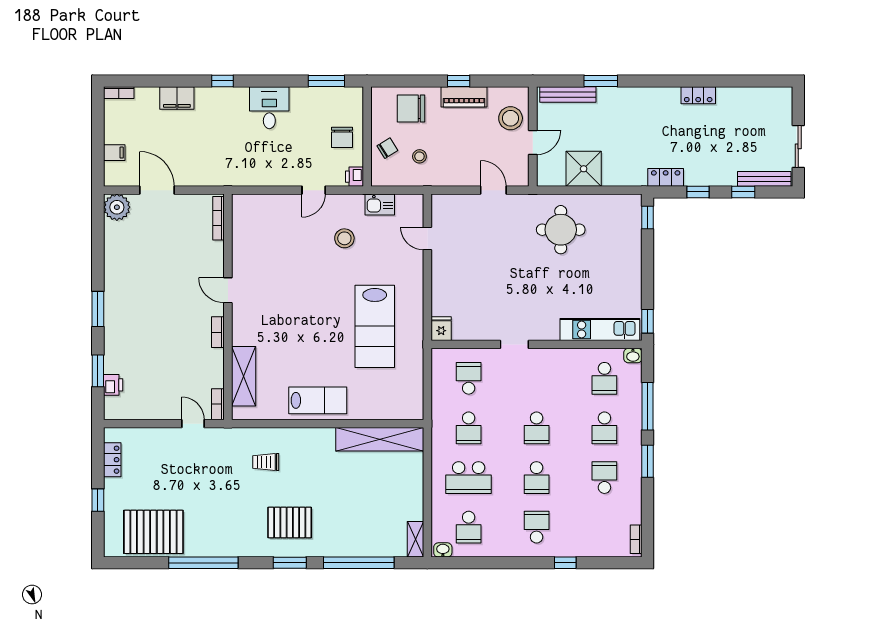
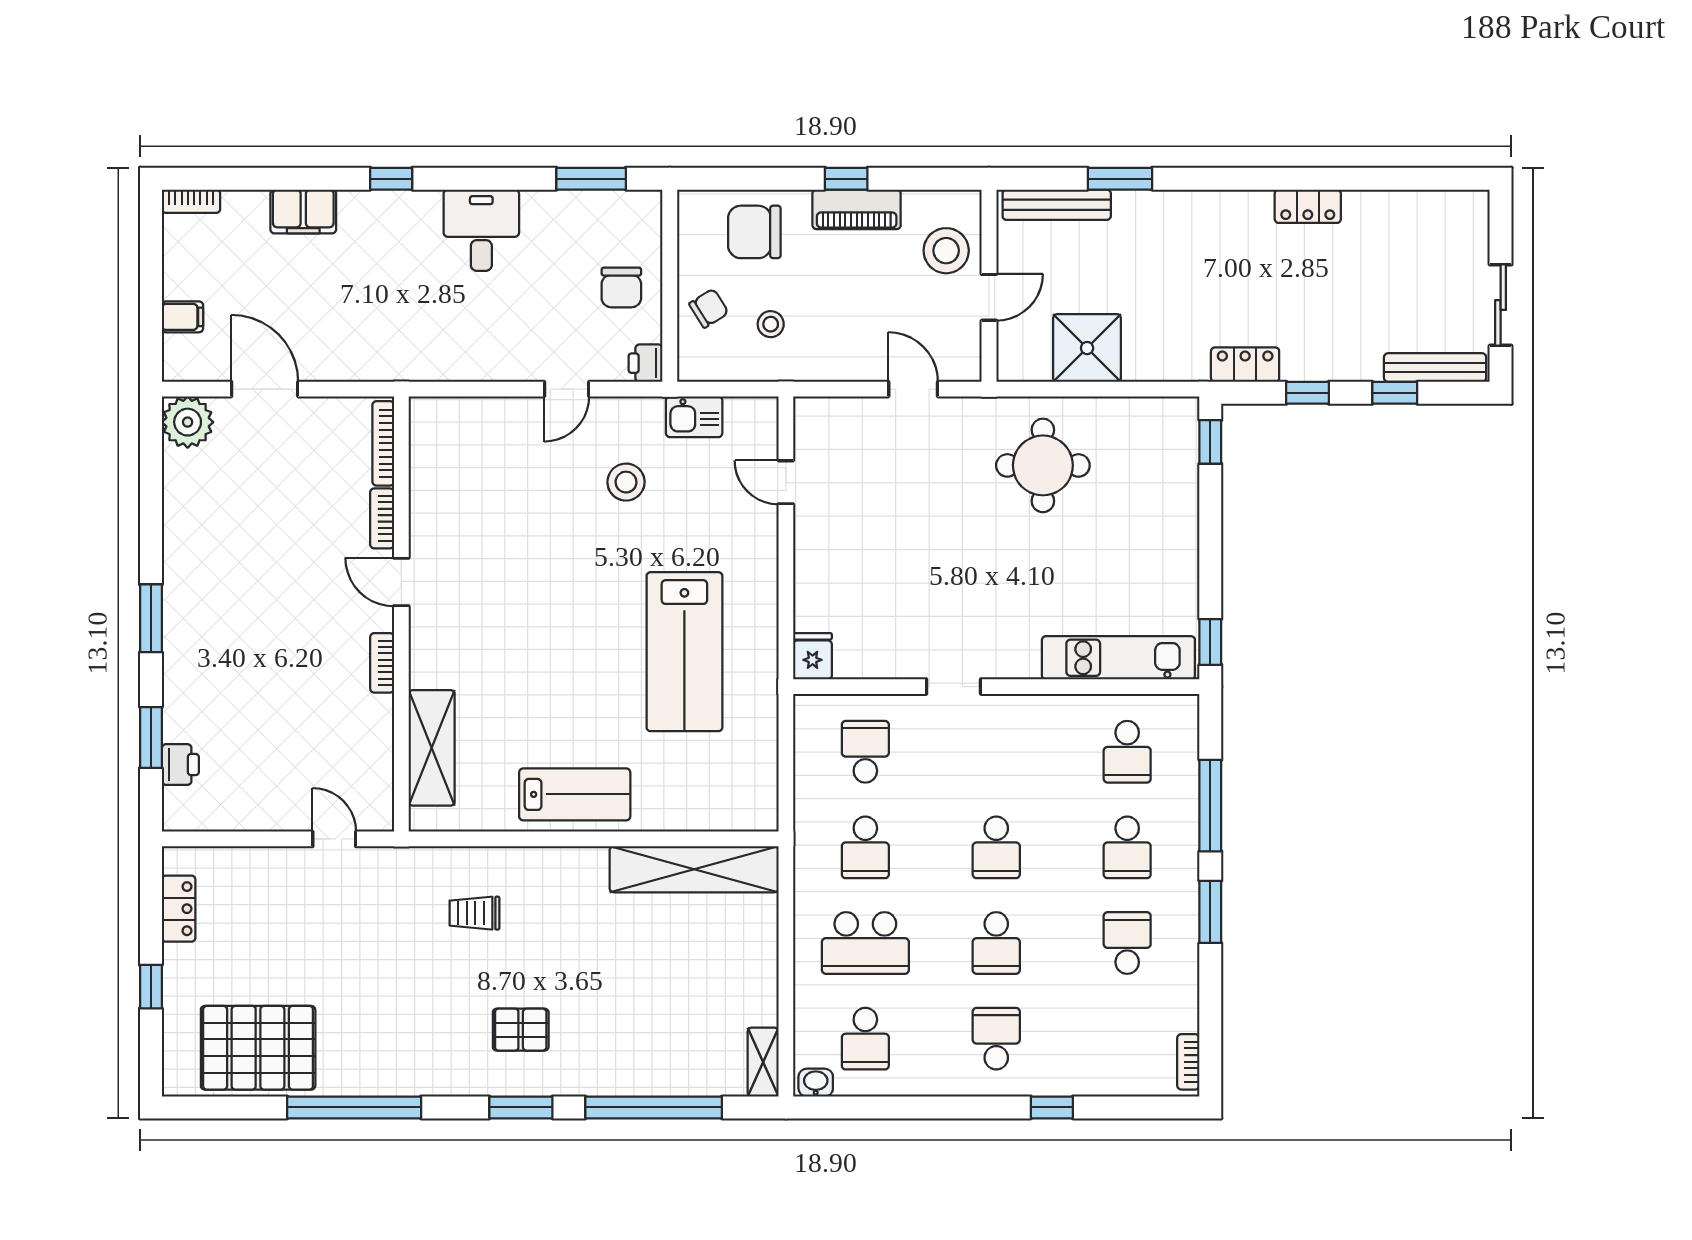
washbasin: (633, 356) -> (1182, 708), removed
bookcase: (218, 404) -> (382, 518), moved
pallet: (290, 522) -> (521, 1030), width x0.67, depth x0.71

